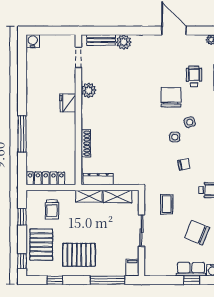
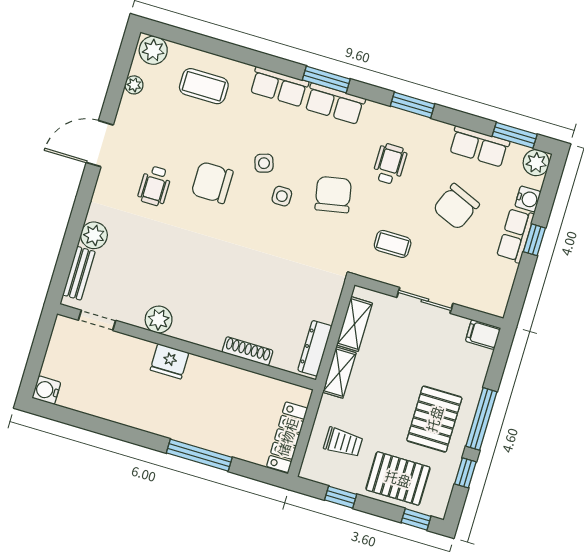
wheelchair: (194, 76) -> (155, 186), moved, turned -90
chair: (184, 164) -> (333, 195), width x1.87, depth x1.87
window: (108, 280) -> (481, 419), moved

